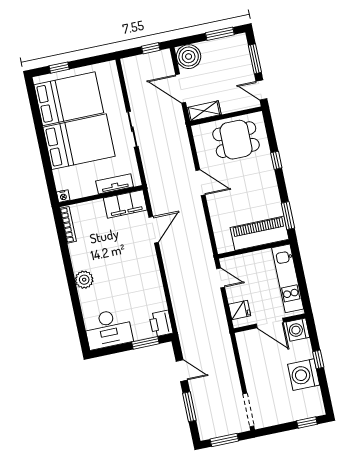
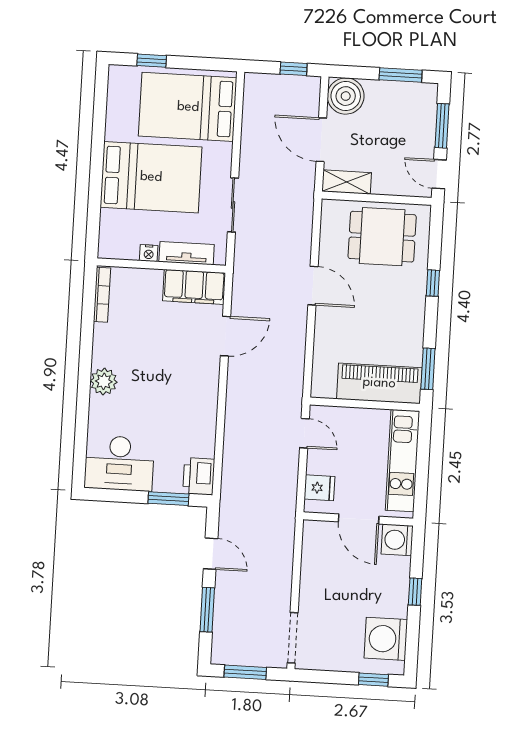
bed: (69, 99) -> (188, 107), moved, turned 180
sliding door: (132, 129) -> (233, 205), moved
nightstand: (63, 196) -> (149, 253), moved
washing machine: (304, 375) -> (386, 639), moved

